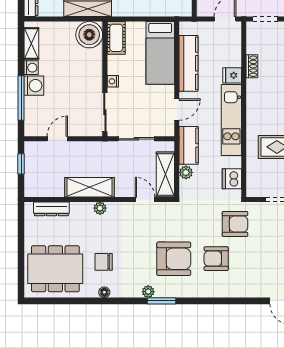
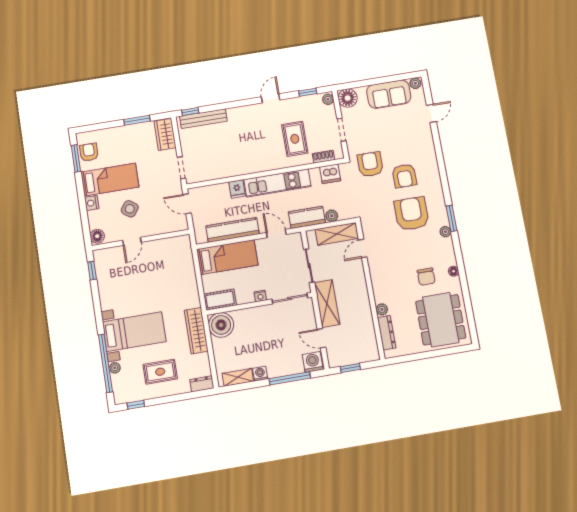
shoe rack: (252, 66) -> (323, 157), moved
washing machine: (34, 86) -> (313, 362), moved
shelving: (90, 187) -> (327, 304), moved
plant: (100, 208) -> (382, 309), moved

